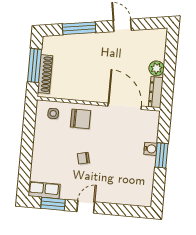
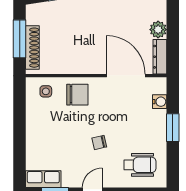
water cooler: (151, 149) -> (160, 102), moved
chair: (83, 158) -> (99, 142), moved
wheelchair: (130, 185) -> (140, 165), added

